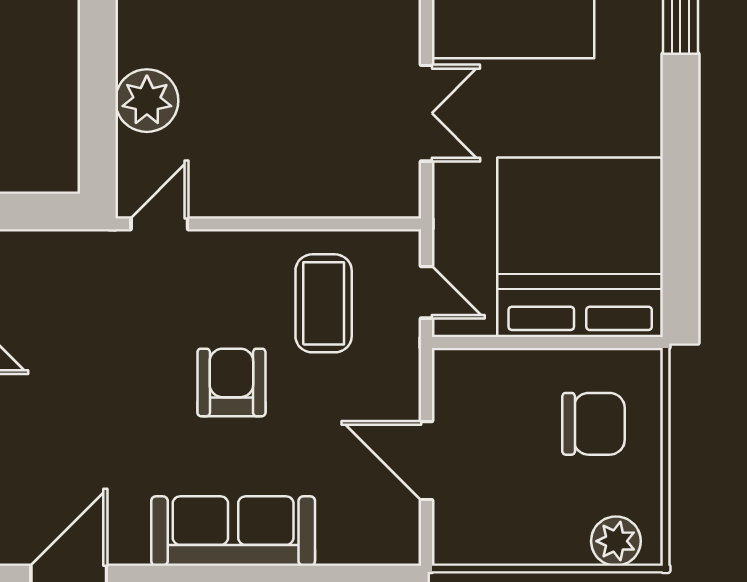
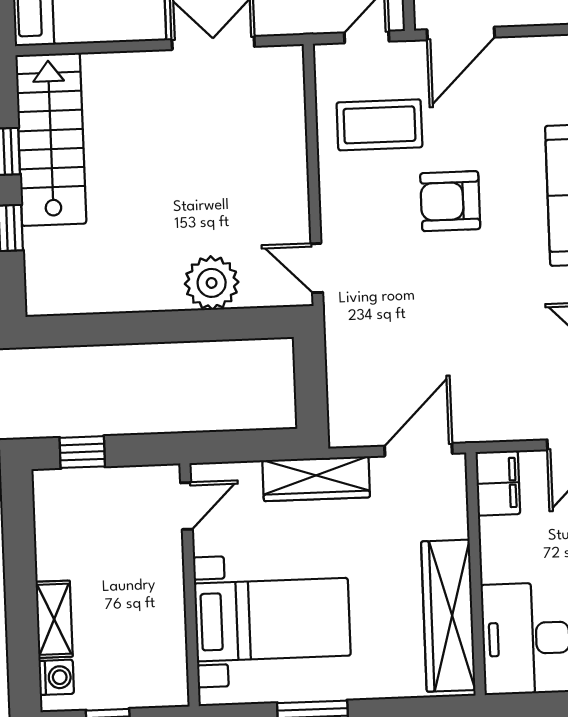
door: (426, 461) -> (461, 33), moved

